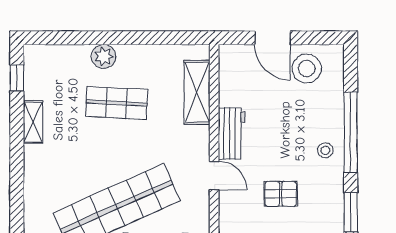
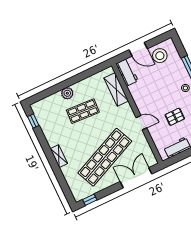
shelving: (33, 122) -> (59, 156), moved
workbench: (232, 134) -> (127, 72), moved

